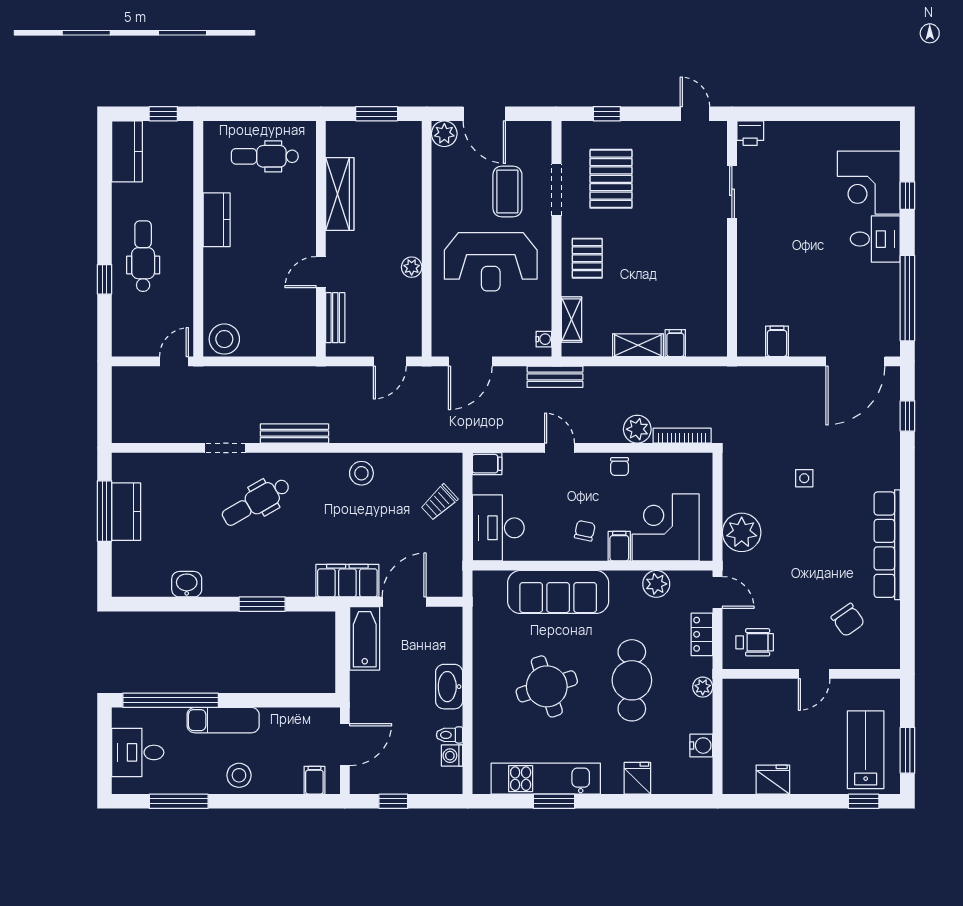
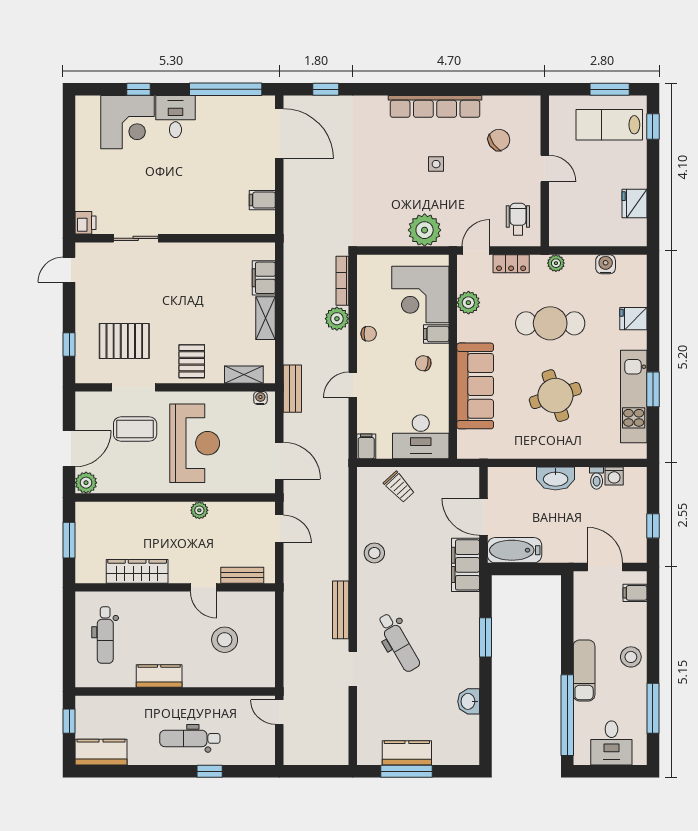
pallet: (587, 258) -> (192, 361), turned 90
stool: (224, 339) -> (225, 640), moved
filing cabinet: (675, 343) -> (264, 278), width x2.00
side table: (804, 478) -> (436, 164), moved

